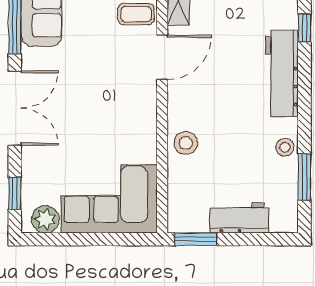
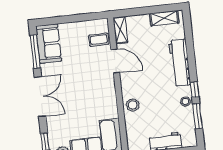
window: (304, 28) -> (195, 90), moved
door: (162, 57) -> (115, 61), hinge flipped

